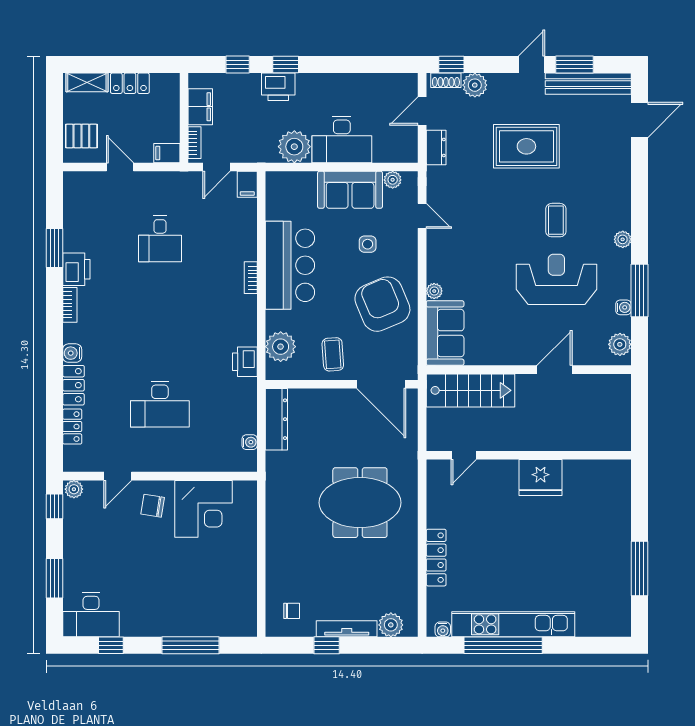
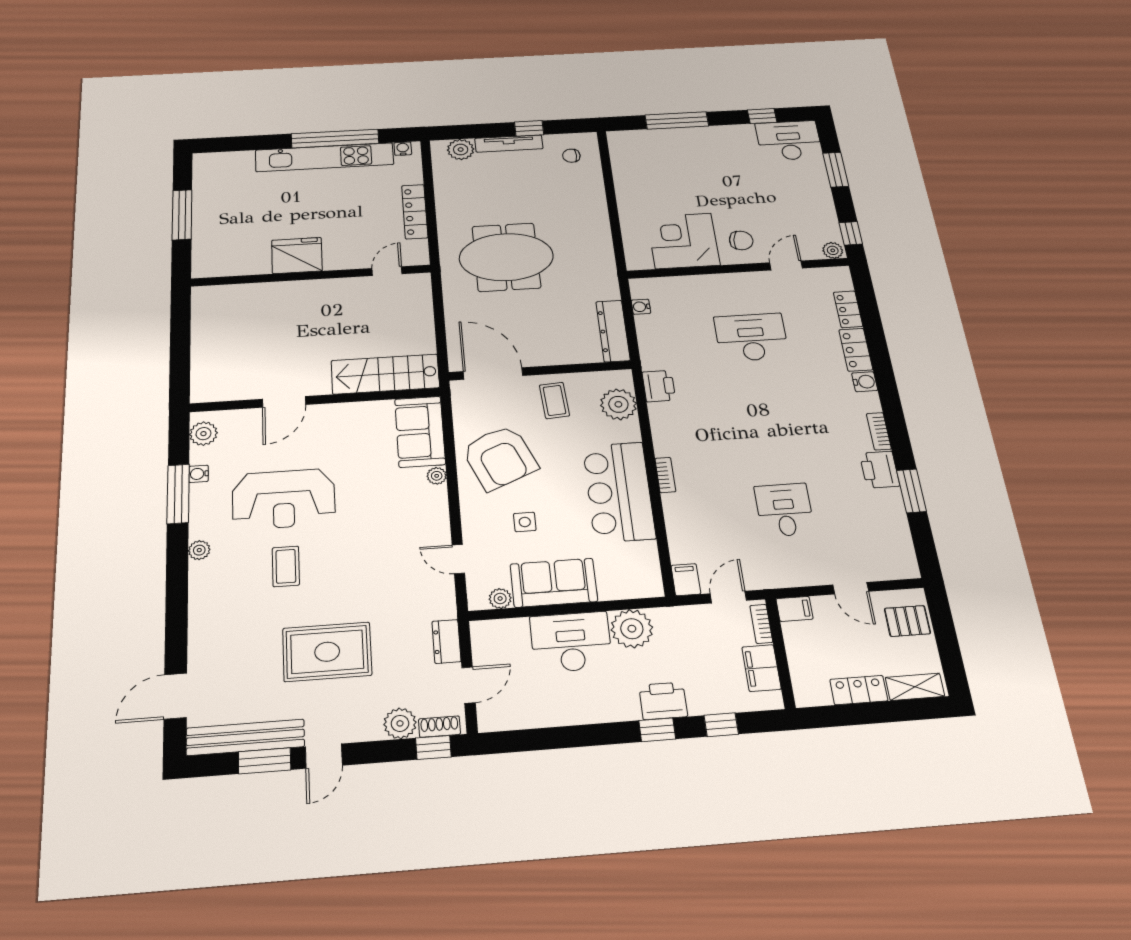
door: (464, 455) -> (387, 271), moved
wall: (529, 455) -> (311, 276), moved
fridge: (540, 477) -> (297, 255), moved

